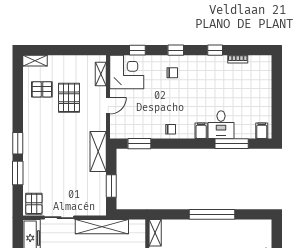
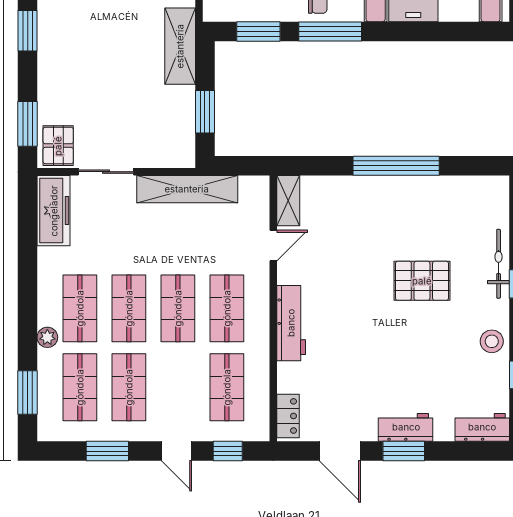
window: (232, 144) -> (330, 31), moved
window: (18, 173) -> (28, 124), moved

